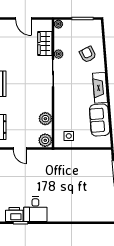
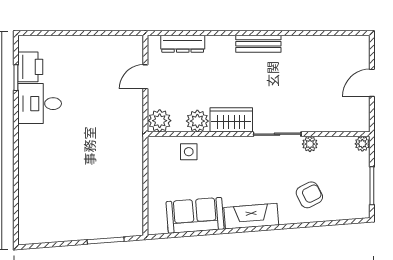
wardrobe: (45, 44) -> (231, 120), moved
side table: (69, 136) -> (189, 152), moved

